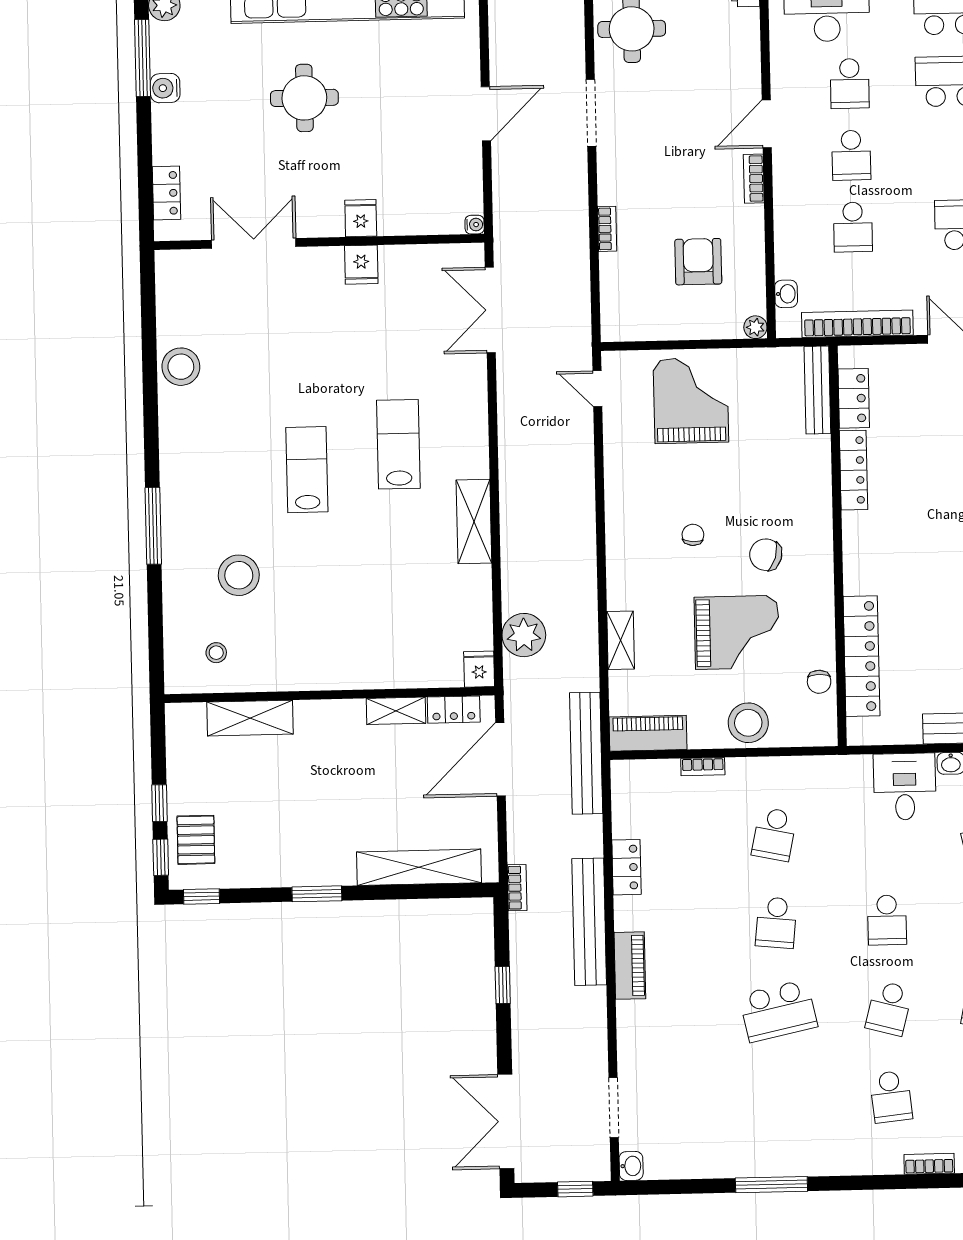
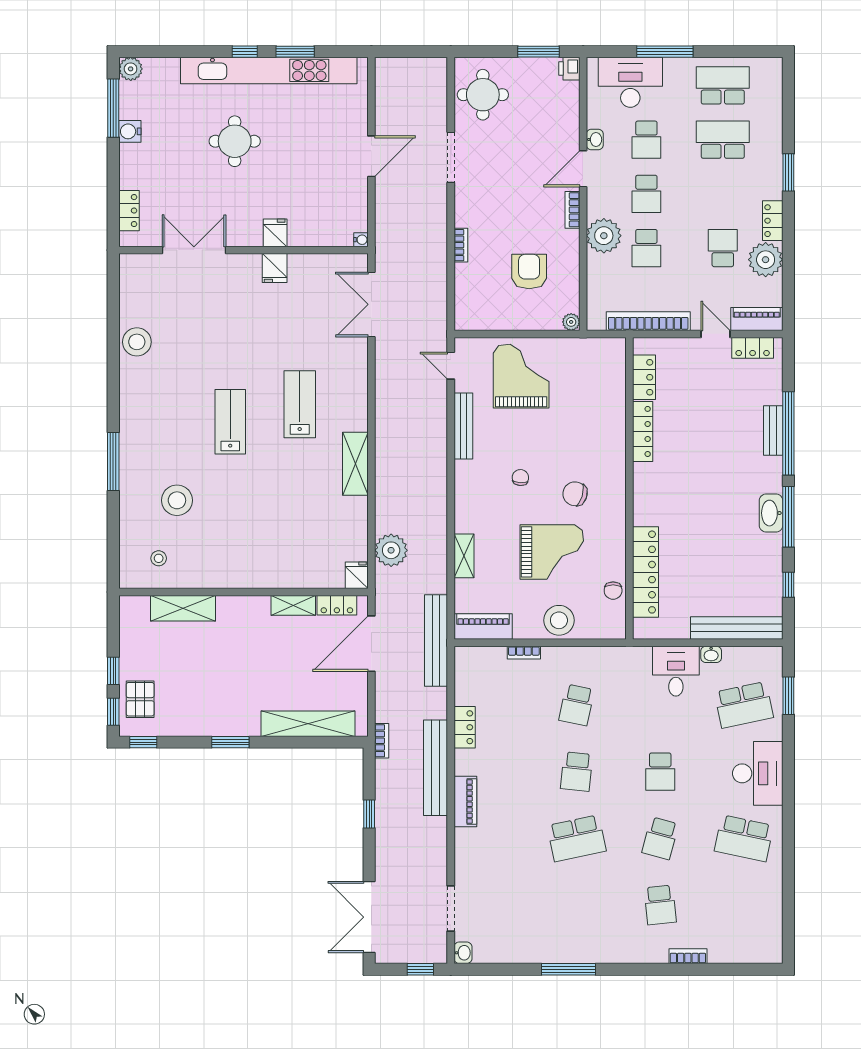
plant: (796, 212) -> (604, 236), added
washbasin: (786, 294) -> (595, 139), moved
bench: (817, 390) -> (463, 426), moved

